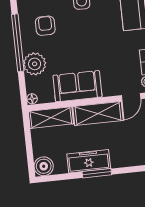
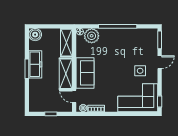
armchair: (45, 26) -> (127, 45), removed
plant: (35, 64) -> (92, 36), moved
sofa: (77, 86) -> (85, 73), moved

